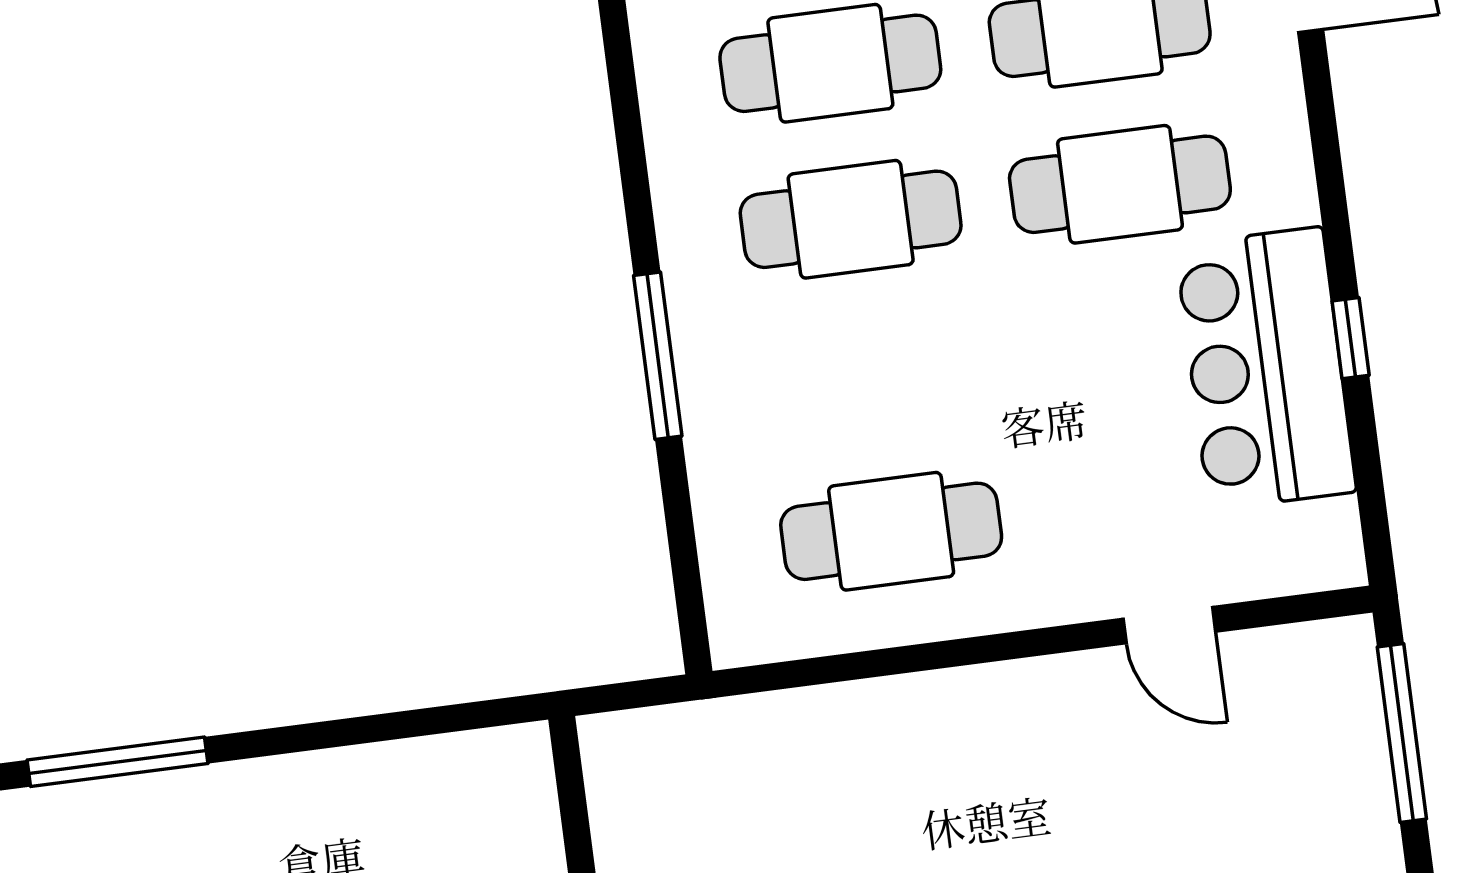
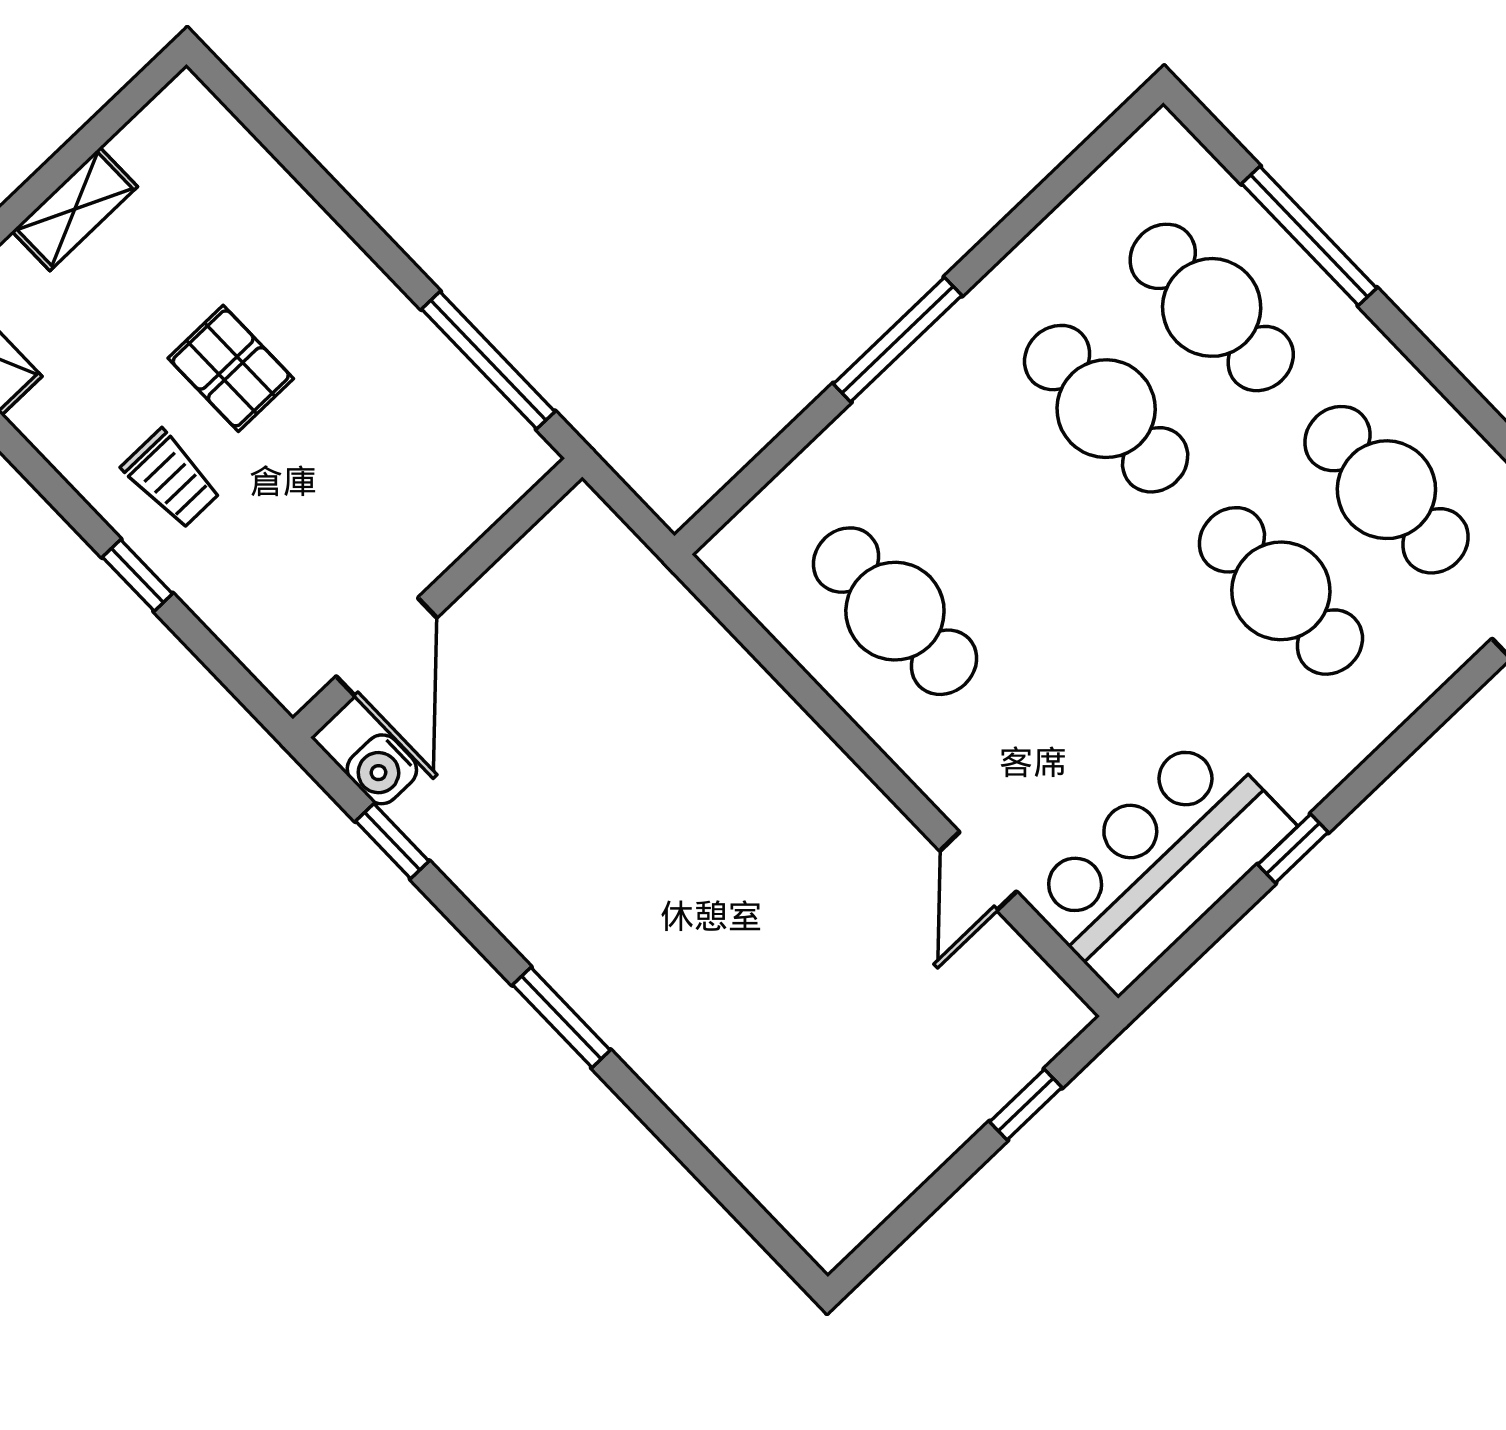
bar counter: (1266, 368) -> (1160, 862), moved
window: (1402, 733) -> (1026, 1105), width x0.46
window: (118, 762) -> (488, 360), moved

